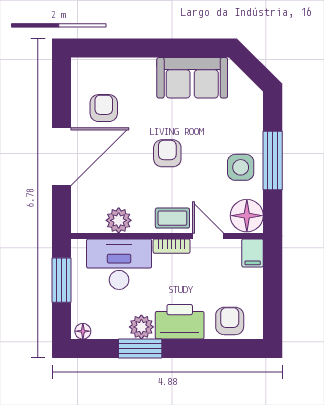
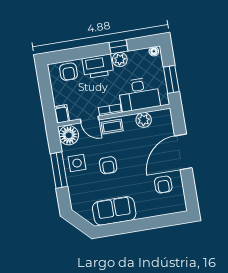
armchair: (167, 153) -> (108, 165), moved
window: (140, 349) -> (118, 47), width x0.67

